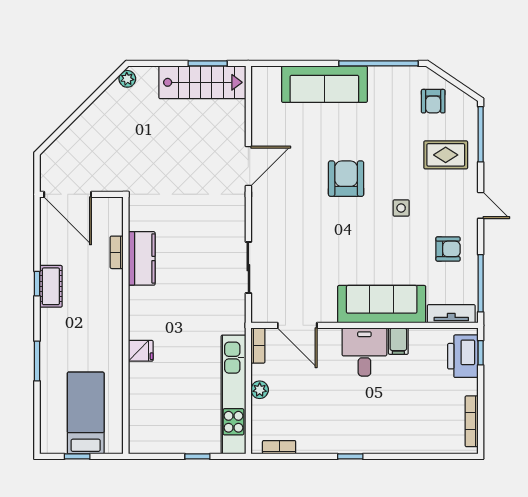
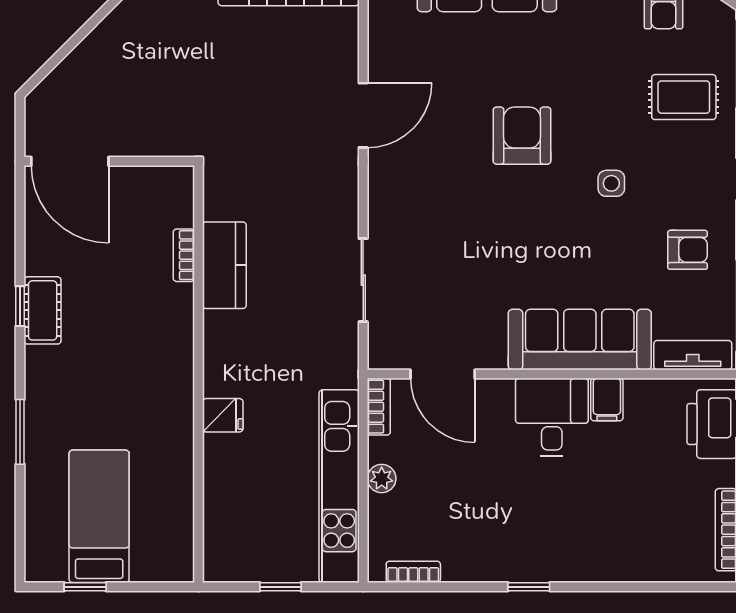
bookcase: (117, 252) -> (184, 255), moved
kitchen counter: (142, 258) -> (224, 265), moved
wall: (126, 325) -> (199, 374), moved
fridge: (141, 351) -> (223, 415), moved

